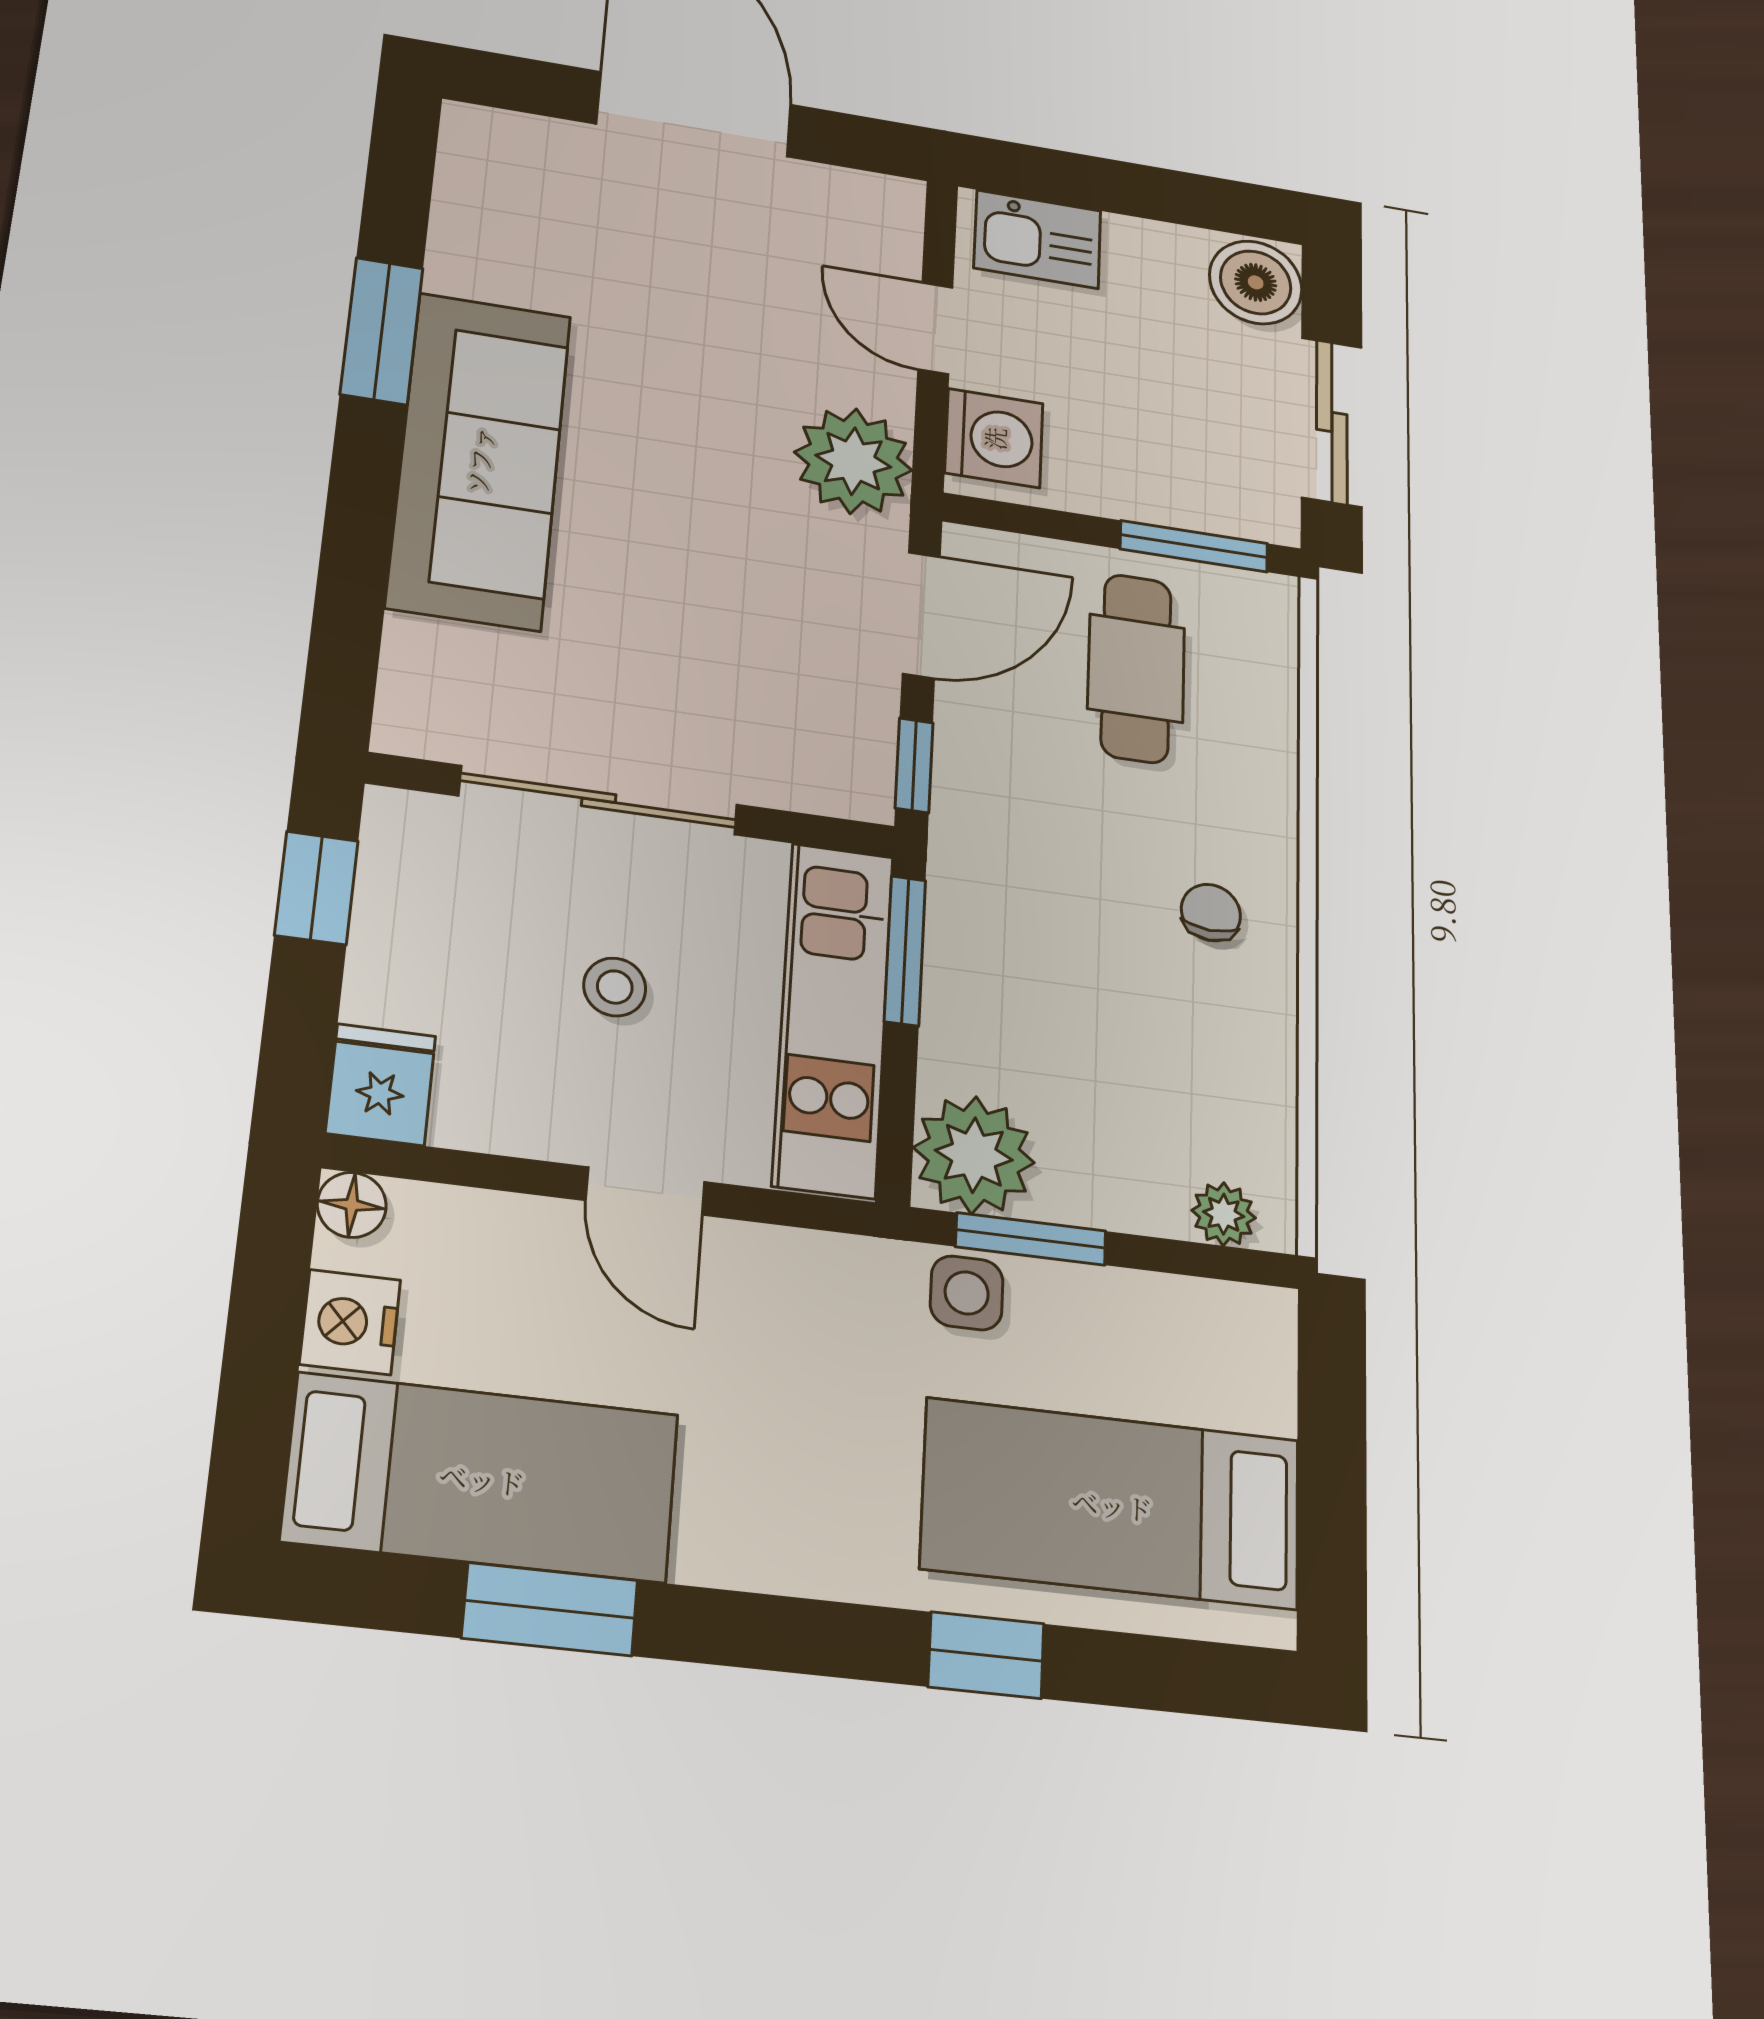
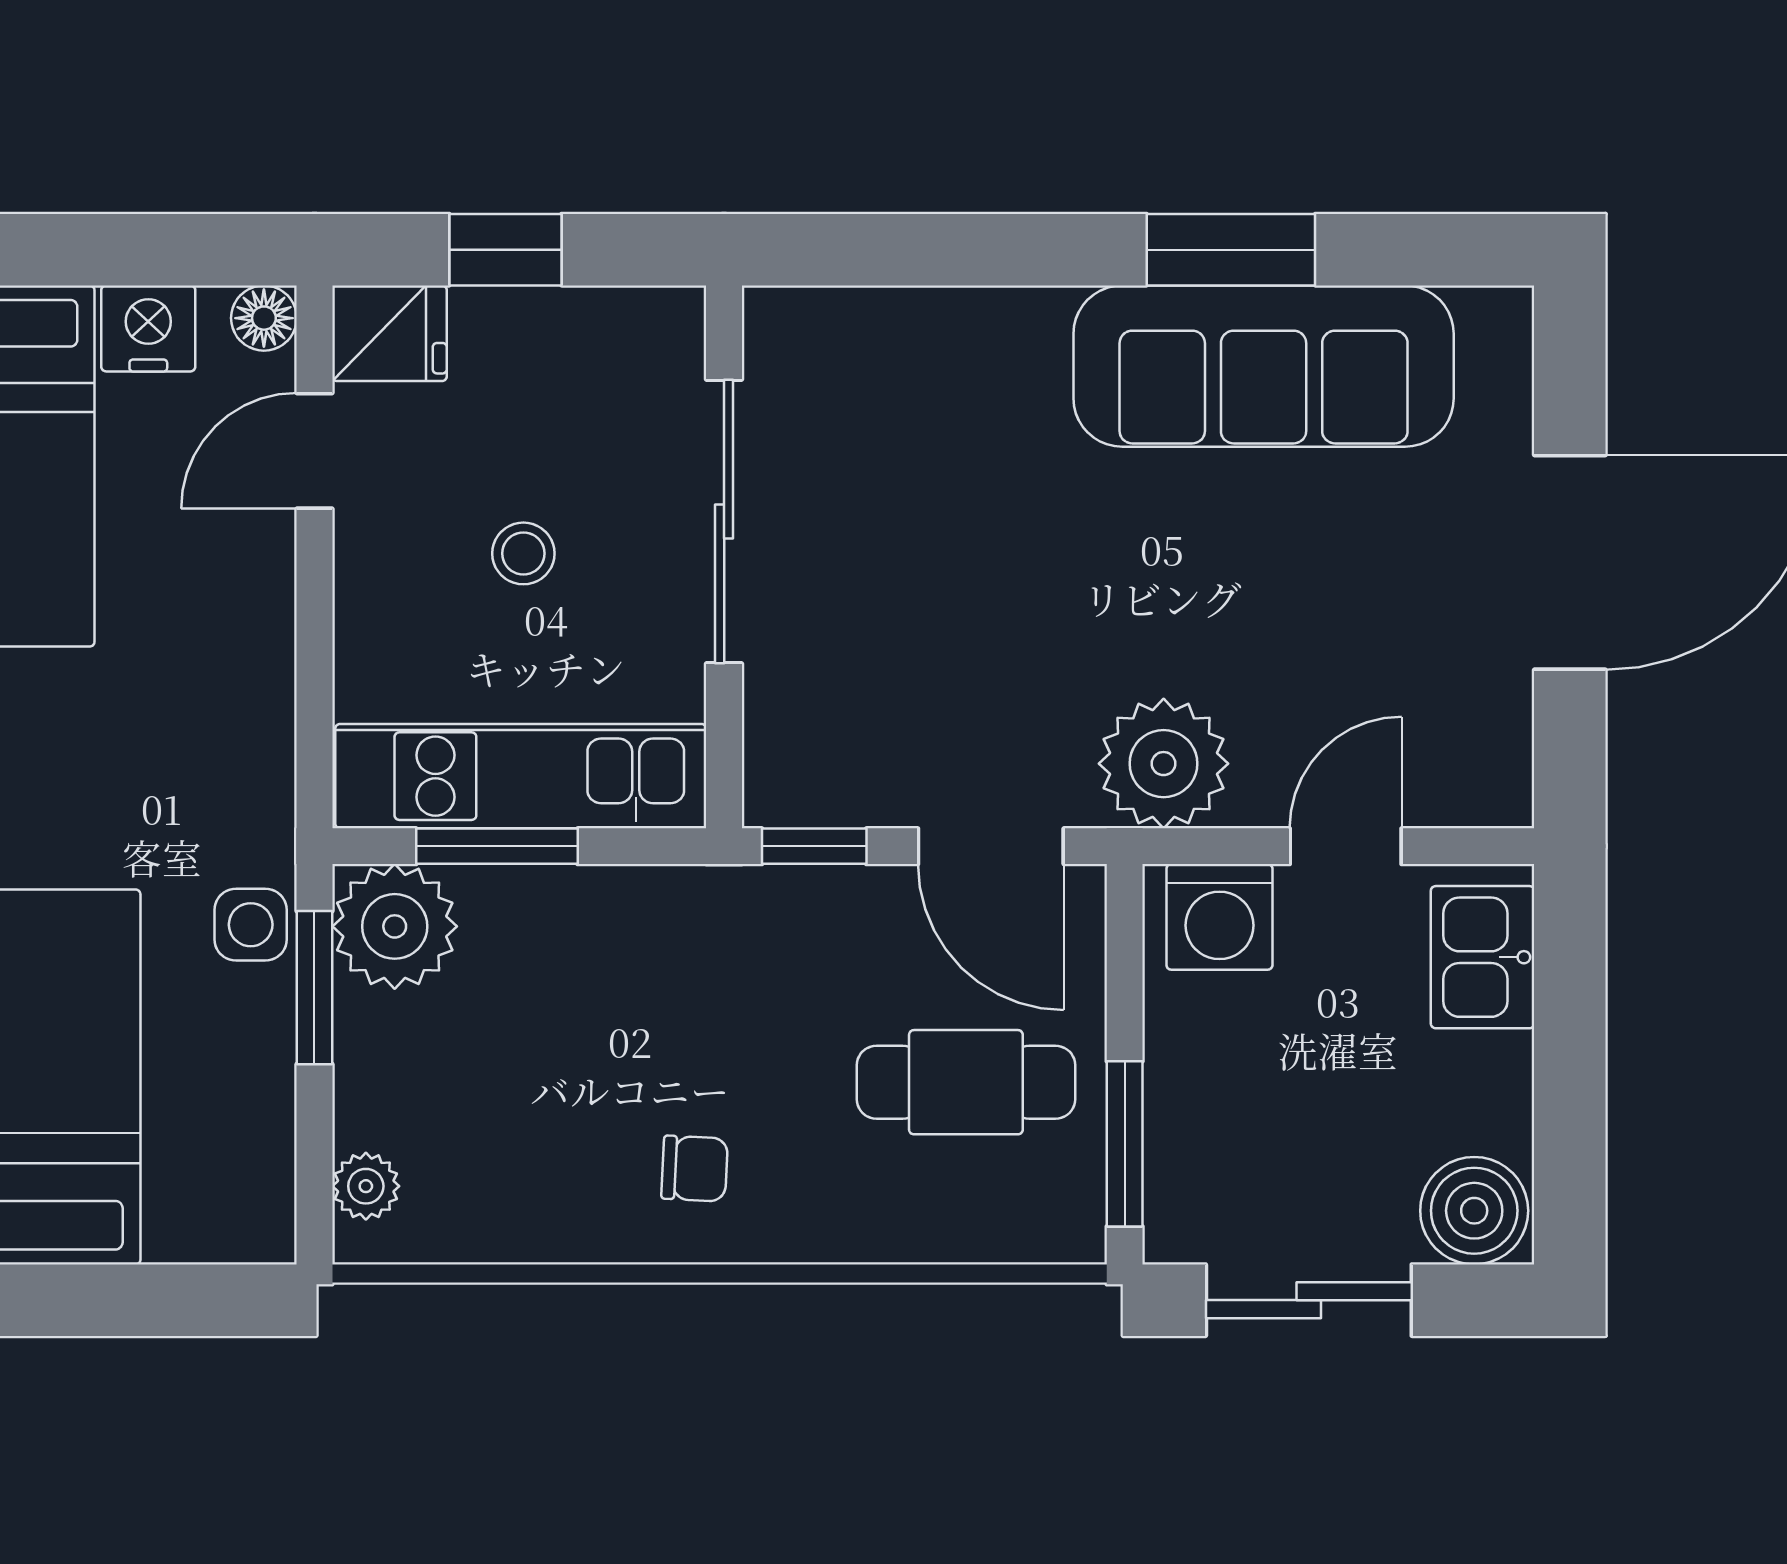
sofa: (479, 460) -> (1264, 366), moved
window: (316, 888) -> (505, 250), moved
window: (905, 951) -> (497, 846), moved
door: (645, 1191) -> (314, 451), moved

